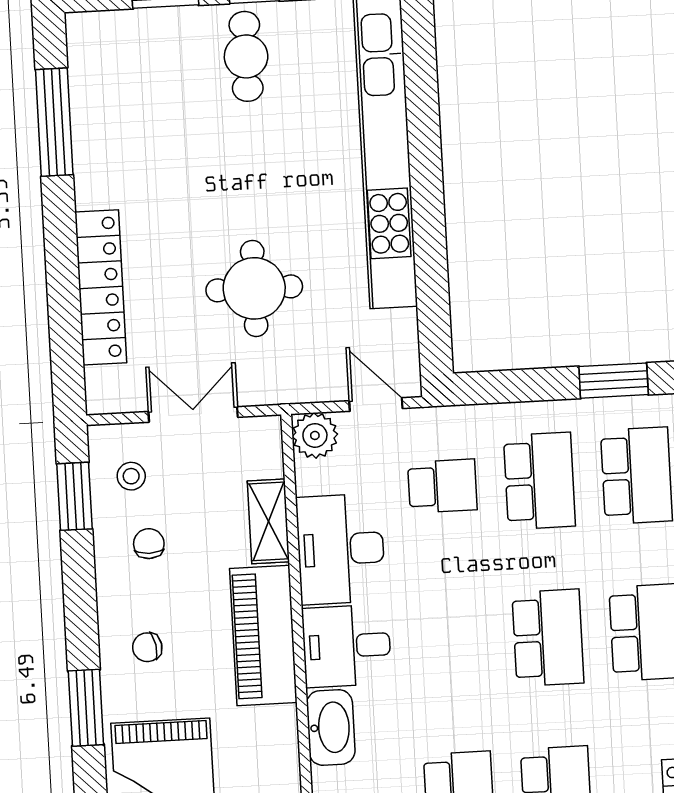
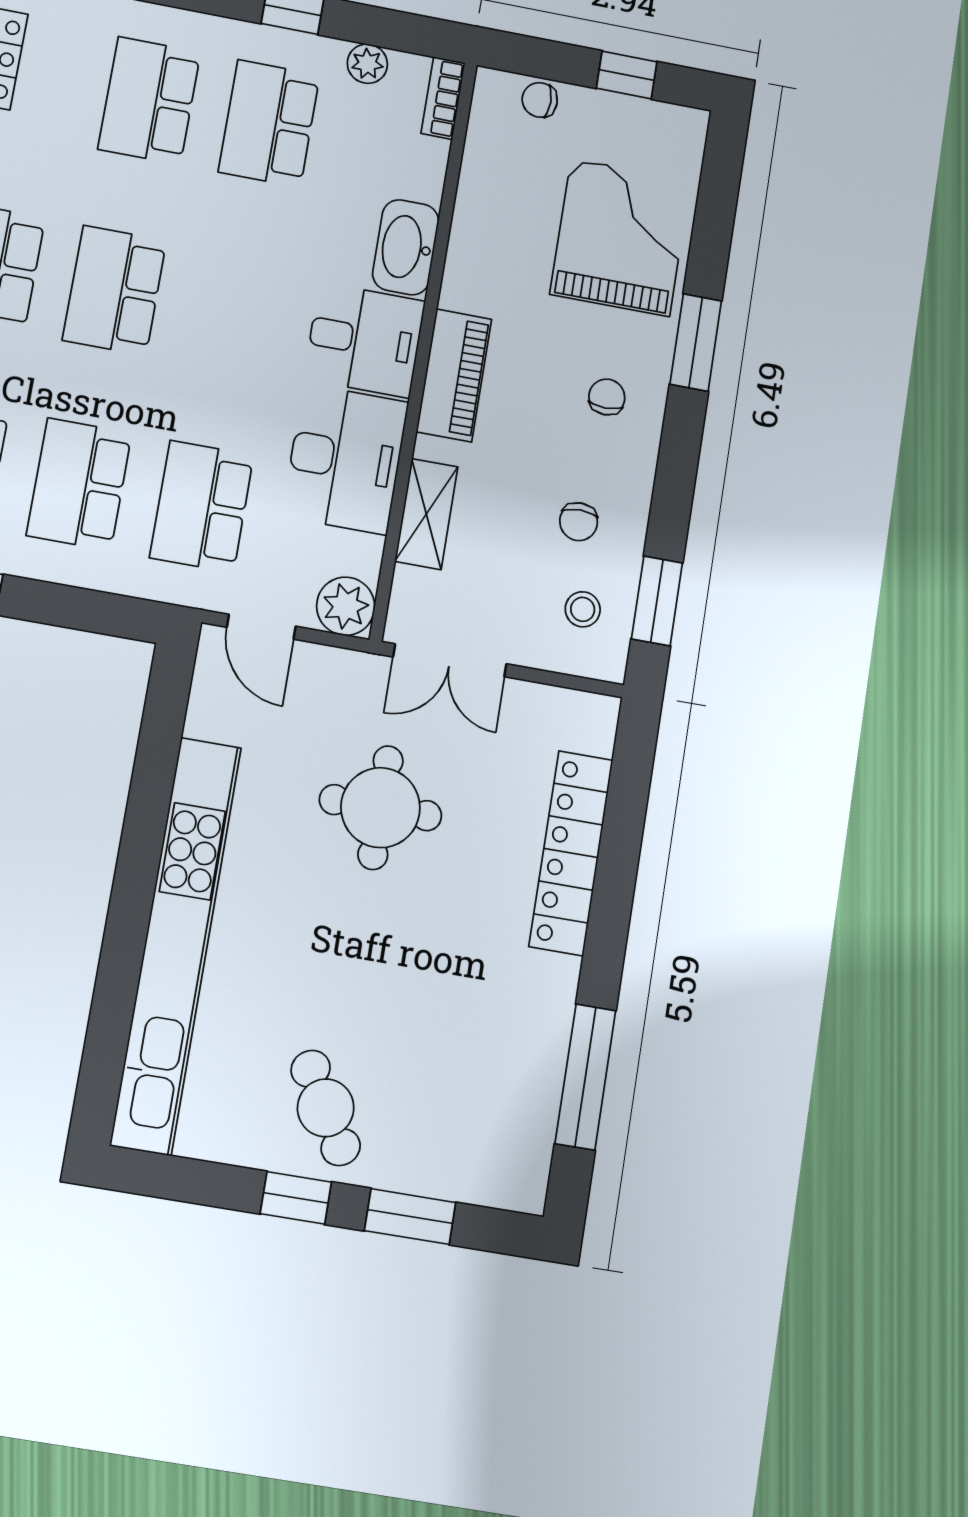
cafe table: (246, 56) -> (326, 1108), turned -31
double door: (193, 414) -> (450, 660), moved
school desk: (442, 486) -> (202, 506), width x1.85
piano: (263, 635) -> (454, 375), width x0.73, depth x0.75
chair: (147, 647) -> (607, 397), turned -79

